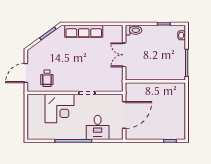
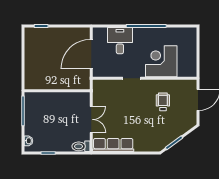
row of seats: (84, 31) -> (113, 145), moved
wheelchair: (47, 78) -> (163, 102), moved

